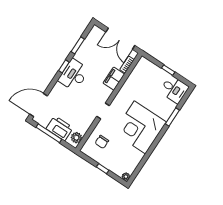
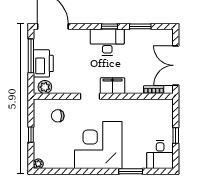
filing cabinet: (114, 79) -> (113, 86), moved

